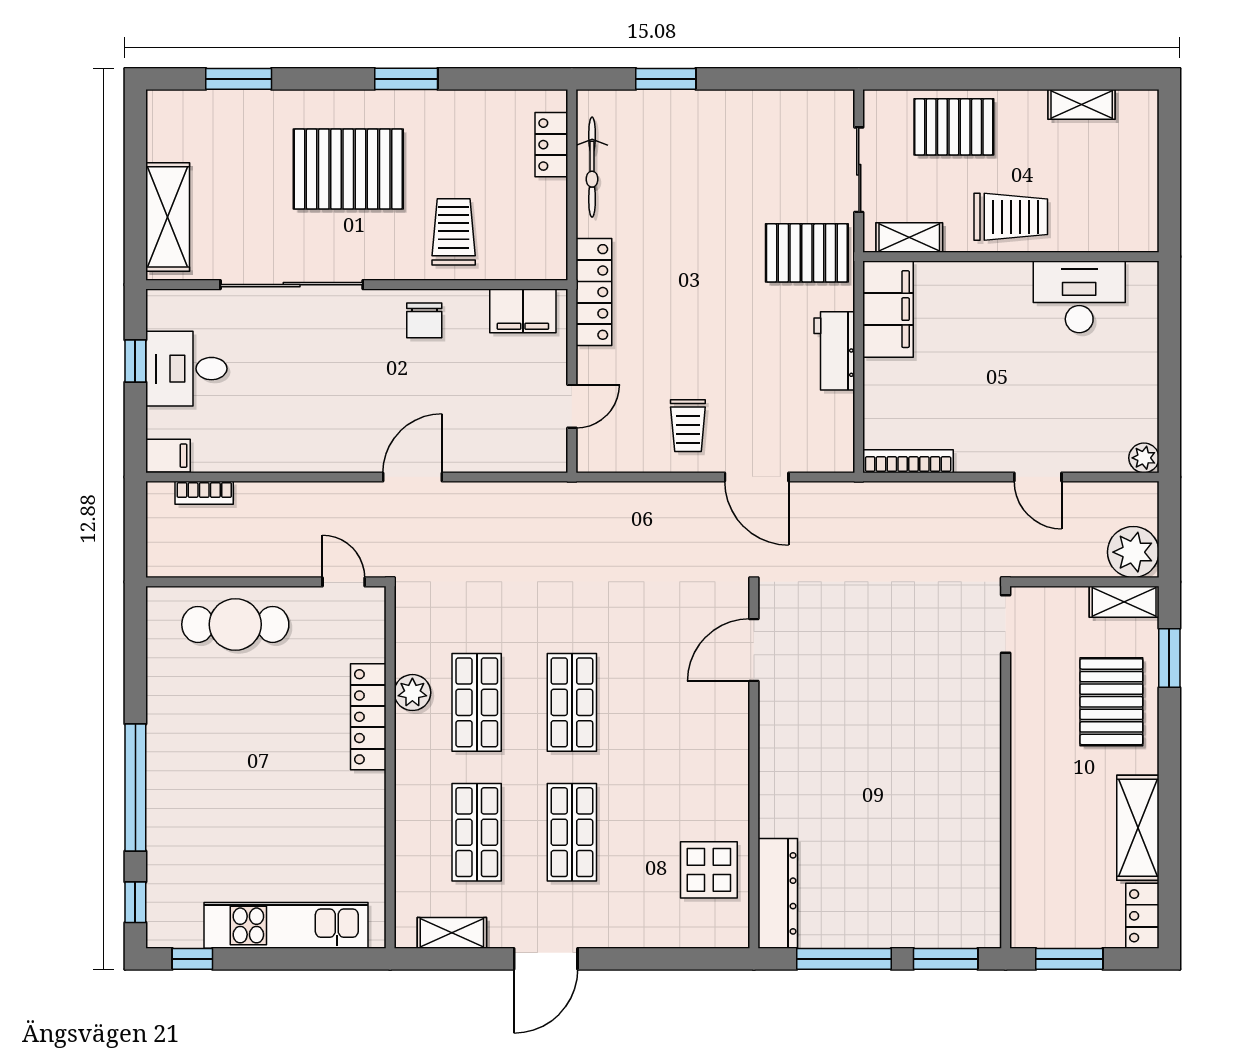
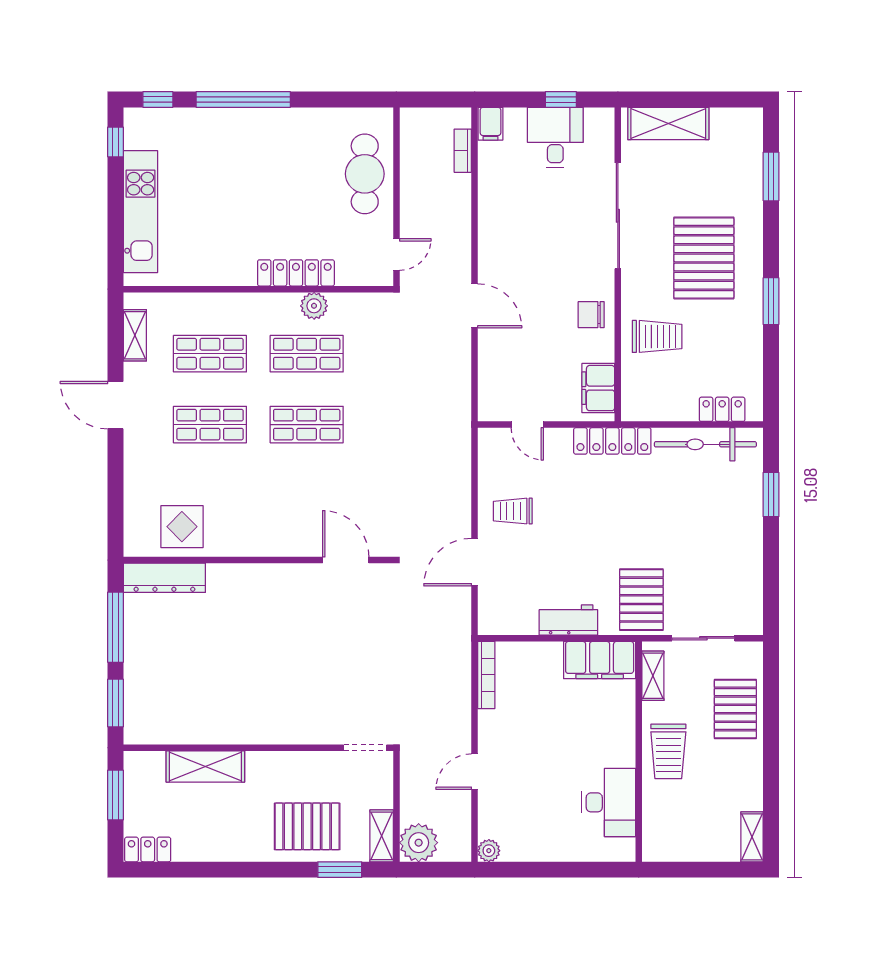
shelving: (1082, 104) -> (752, 837), moved
bicycle: (592, 167) -> (705, 444), width x1.37, depth x1.40
shelving: (1138, 828) -> (205, 766), moved

